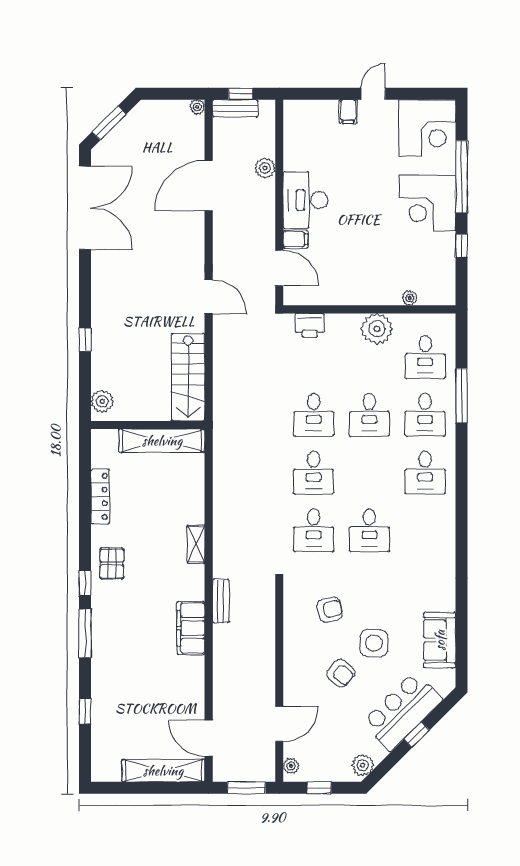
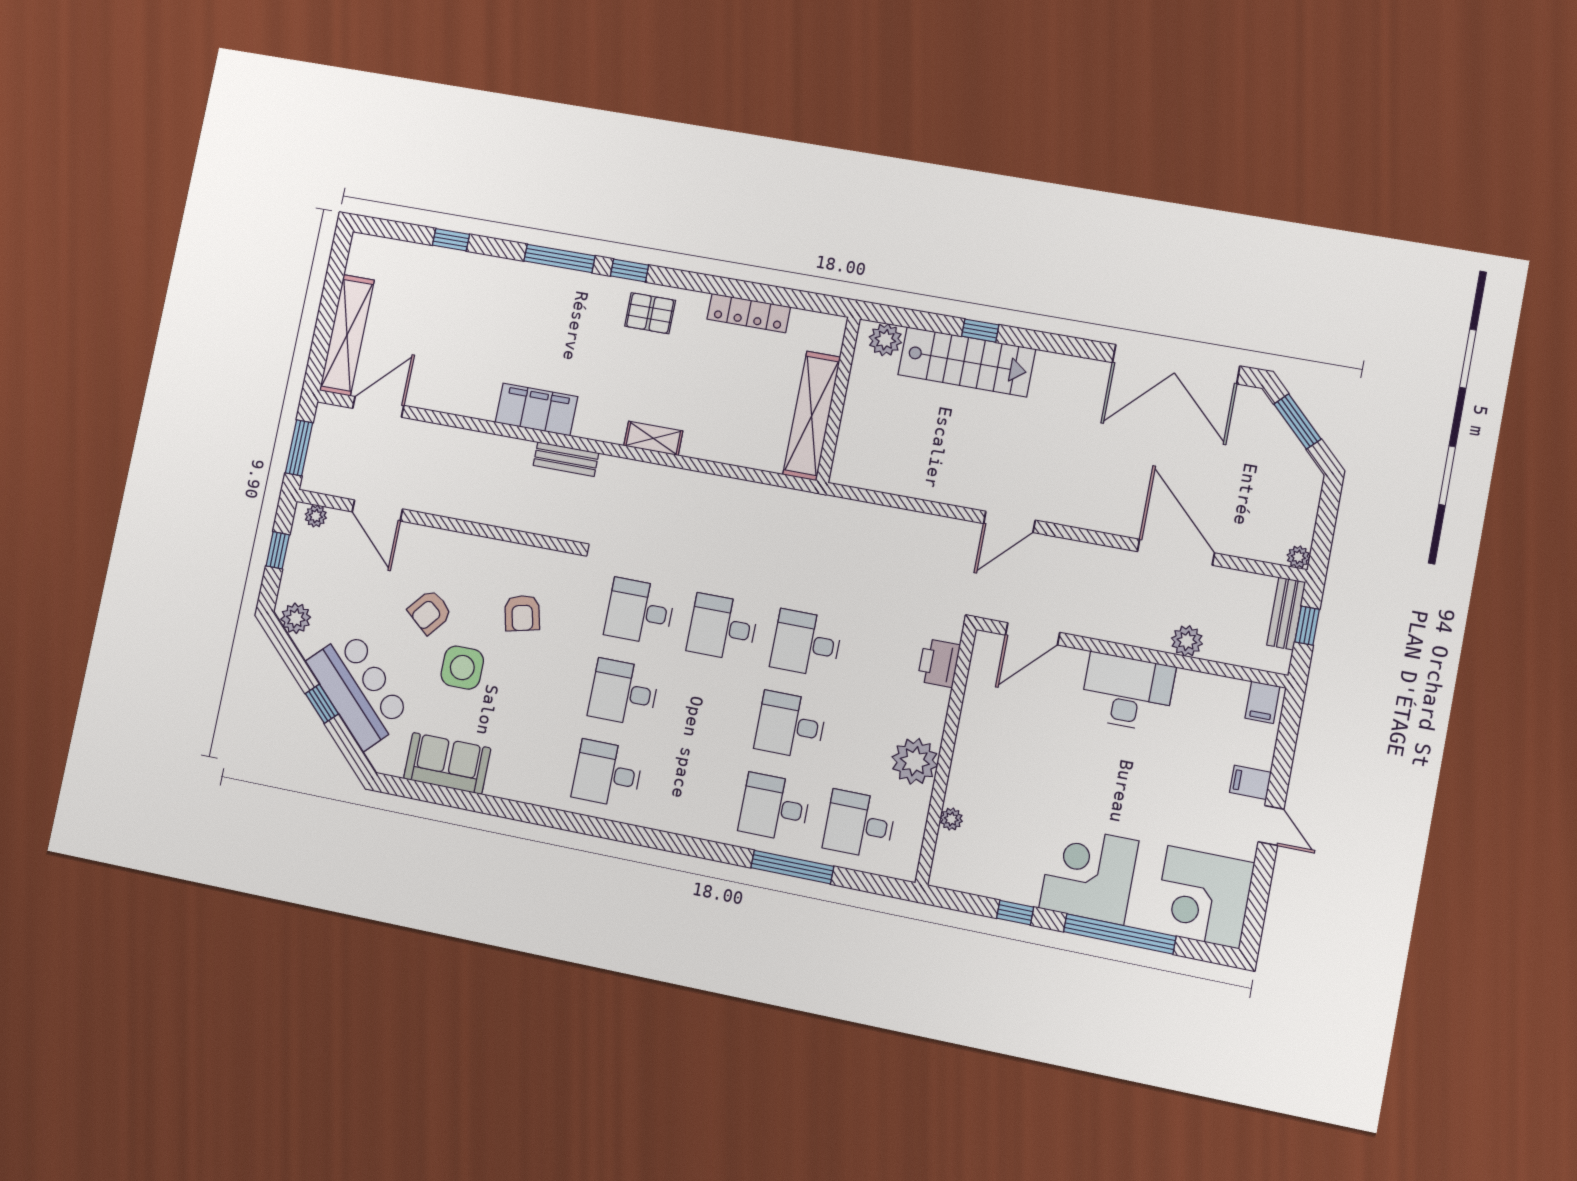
filing cabinet: (295, 239) -> (1262, 702), moved
stairs: (188, 377) -> (967, 362), moved, turned 180
desk: (425, 473) -> (607, 774), moved

